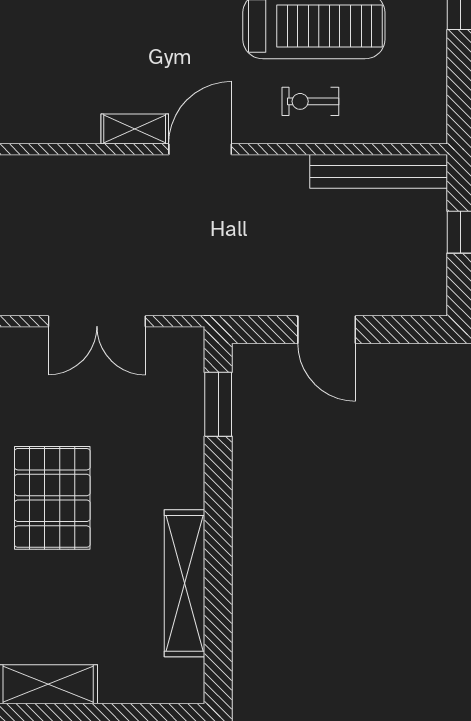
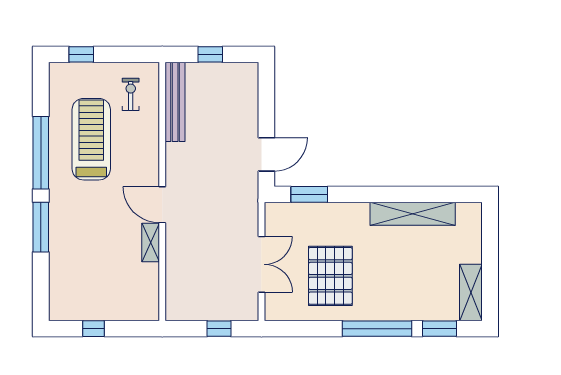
exercise bike: (310, 101) -> (131, 94), moved, turned 180
door: (327, 330) -> (266, 154), moved
pallet: (52, 498) -> (330, 276), moved, turned 90

